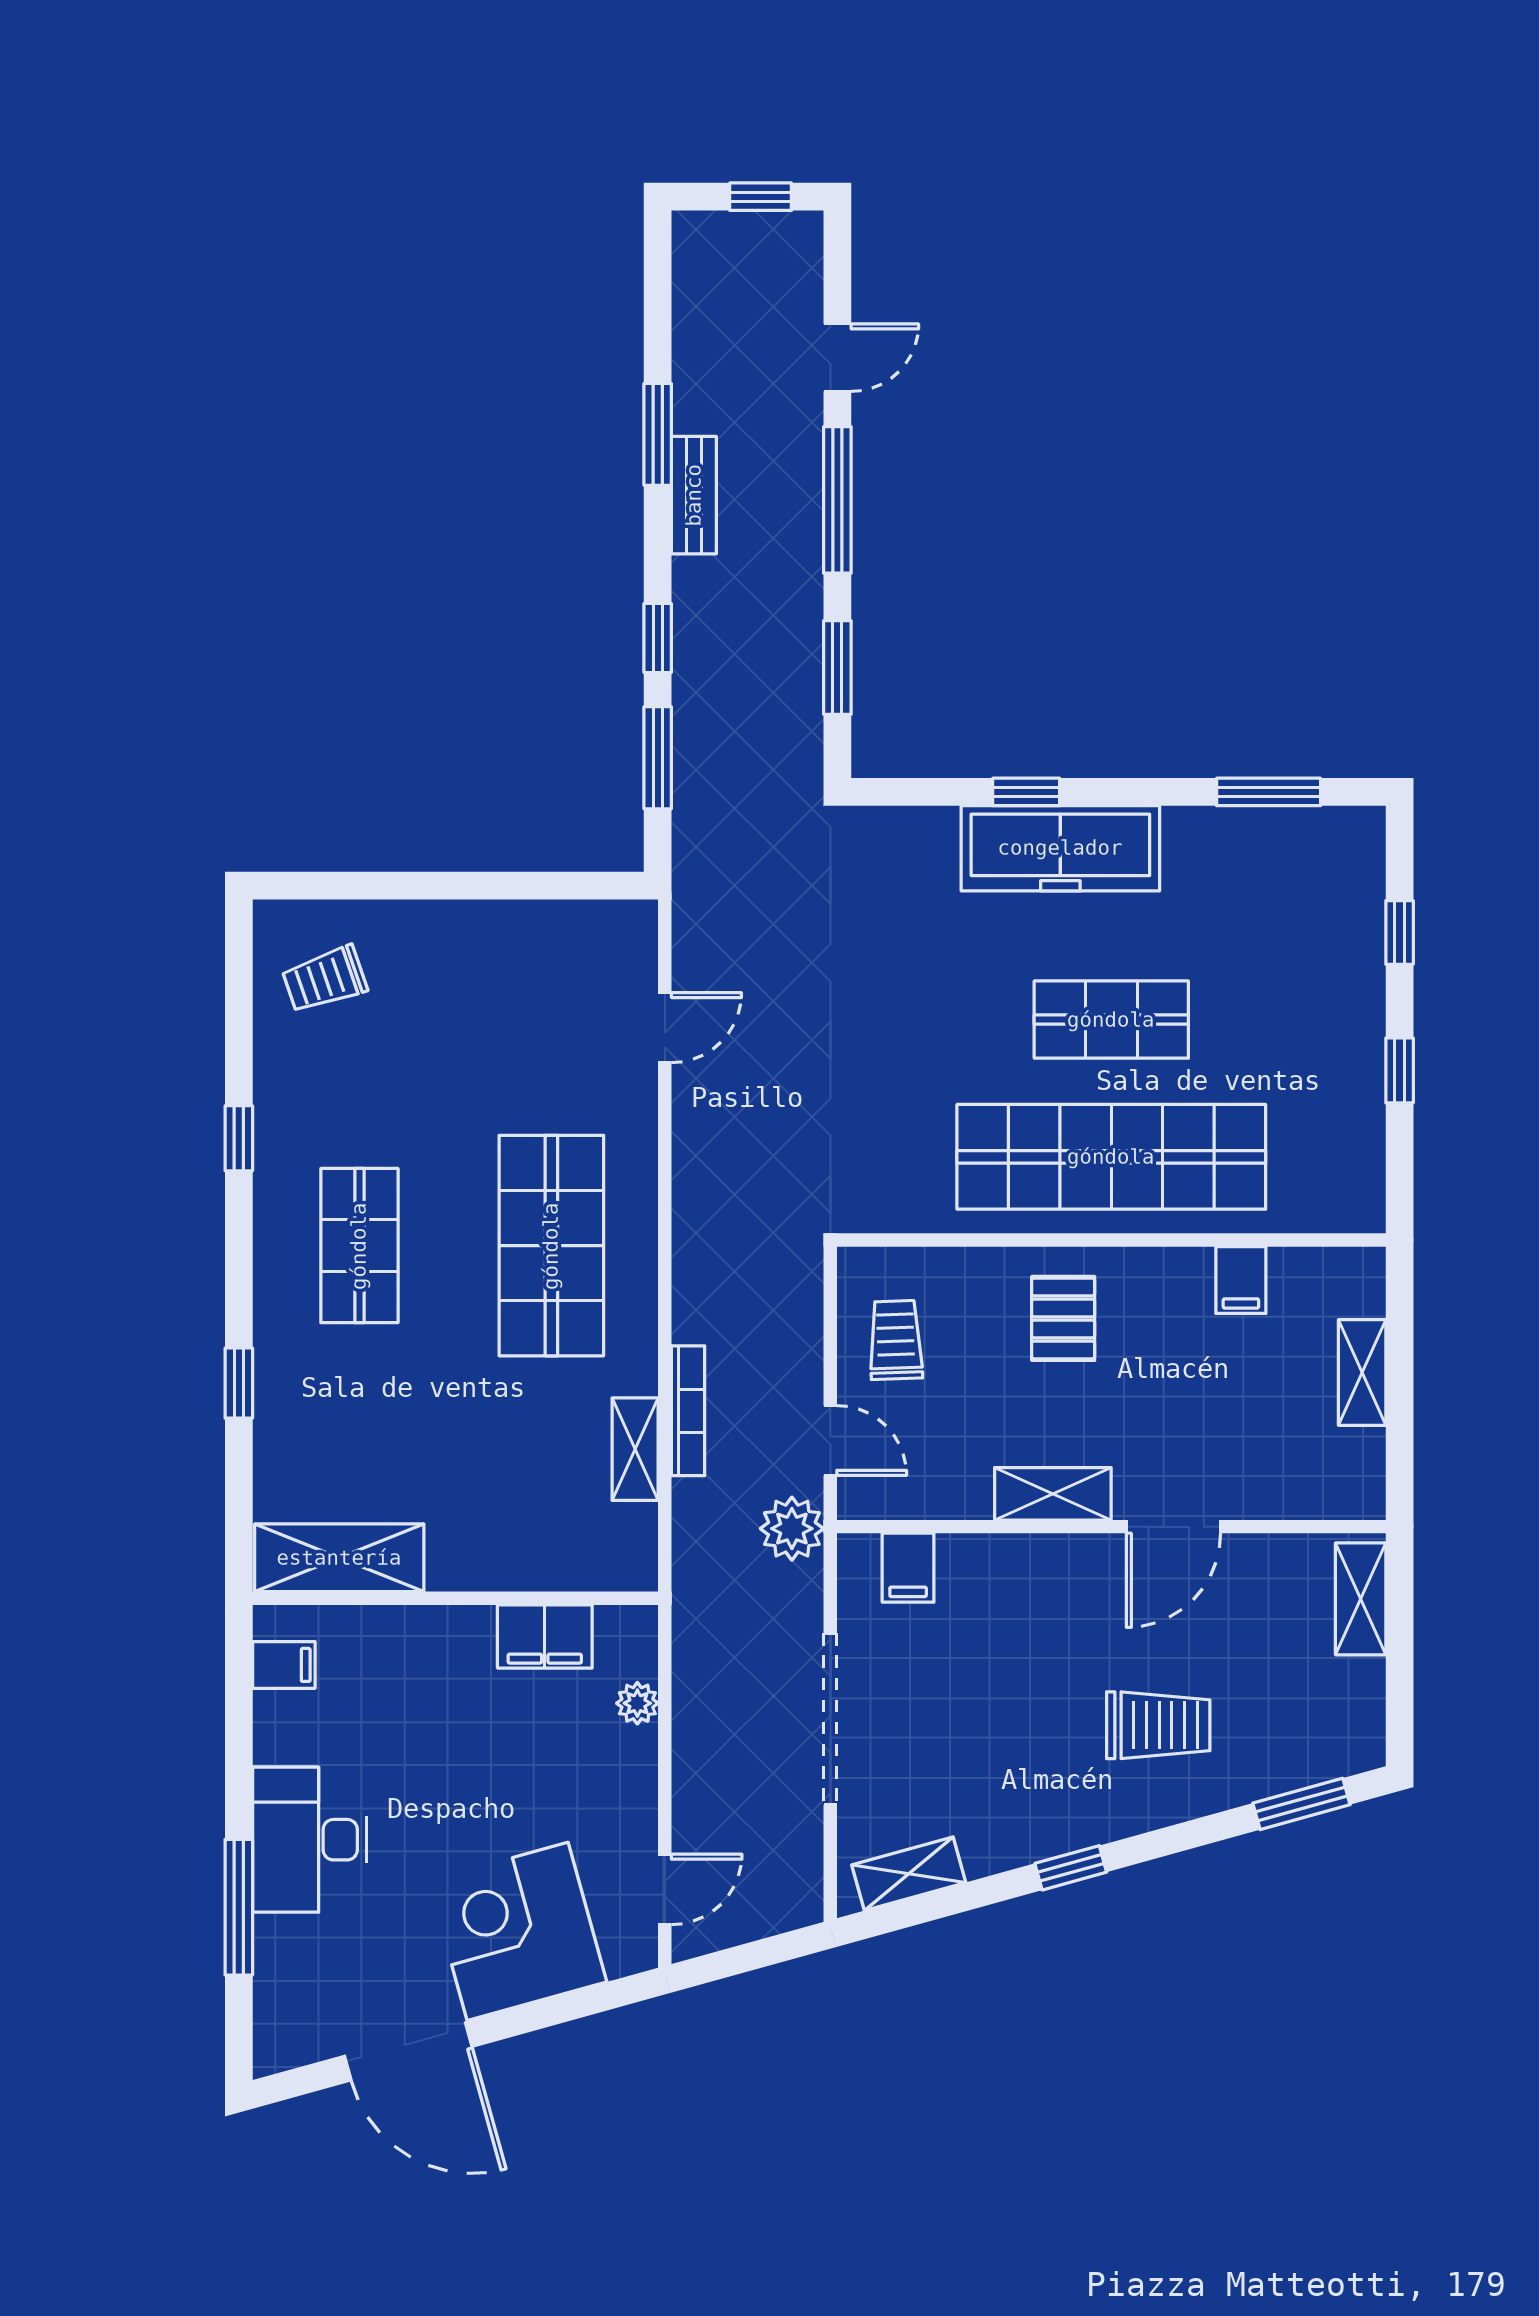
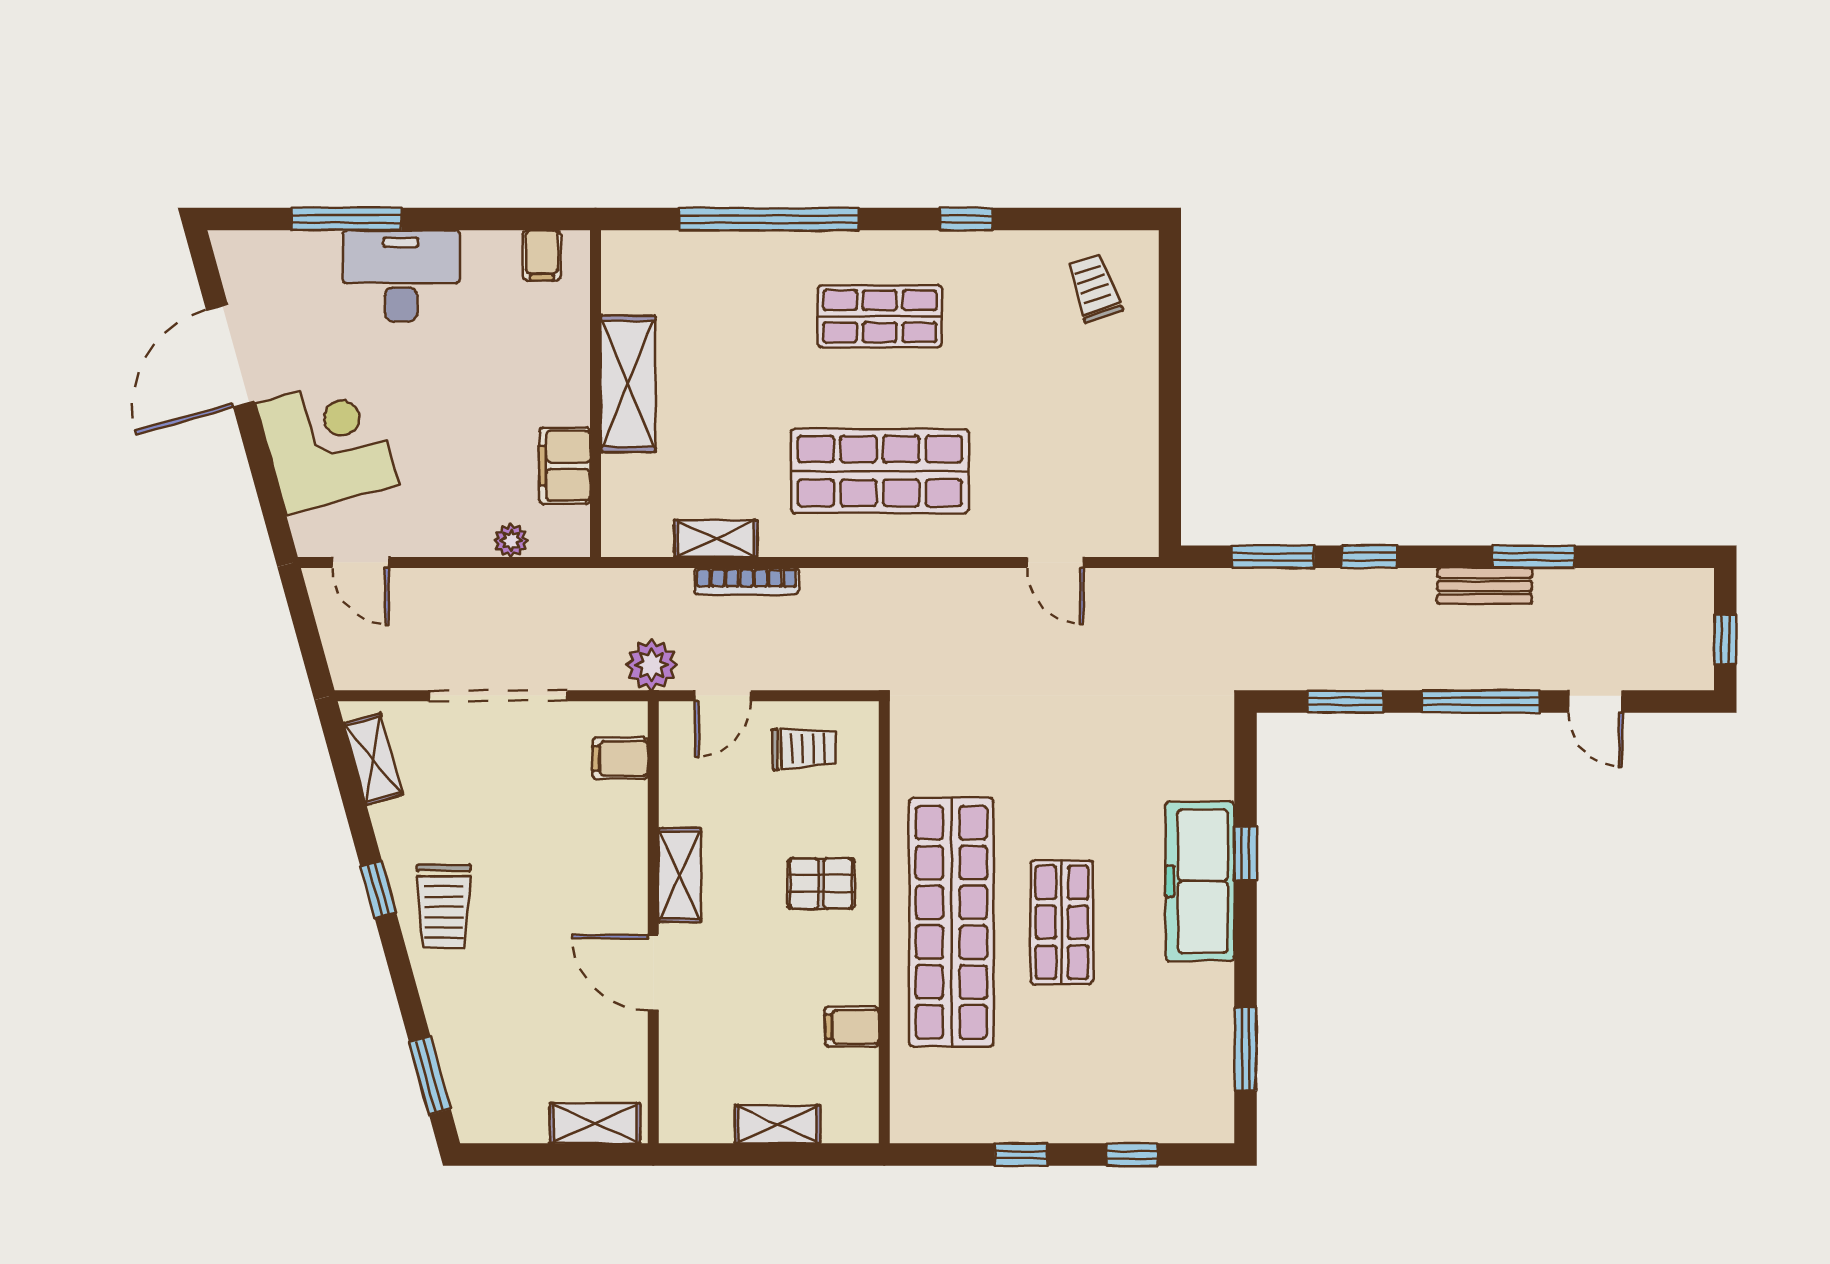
window: (239, 1383) -> (769, 219), width x3.17
shelving: (339, 1558) -> (628, 384), moved
trolley: (1158, 1725) -> (444, 906), moved

